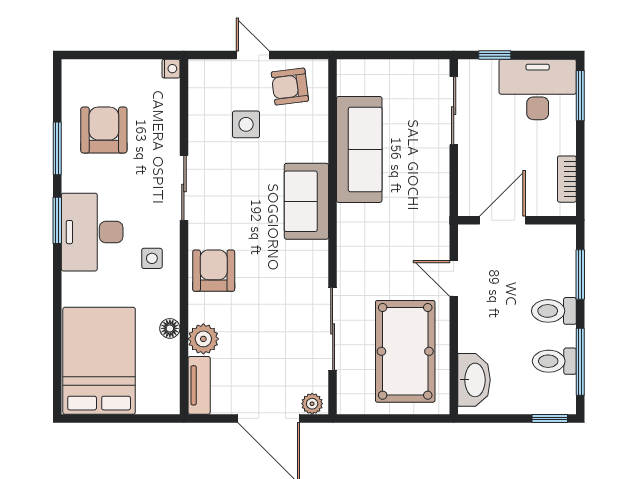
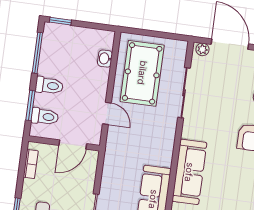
sofa: (306, 201) -> (189, 172), width x1.36
toilet: (554, 361) -> (45, 117), moved
washbasin: (474, 380) -> (105, 59), width x0.52, depth x0.69

